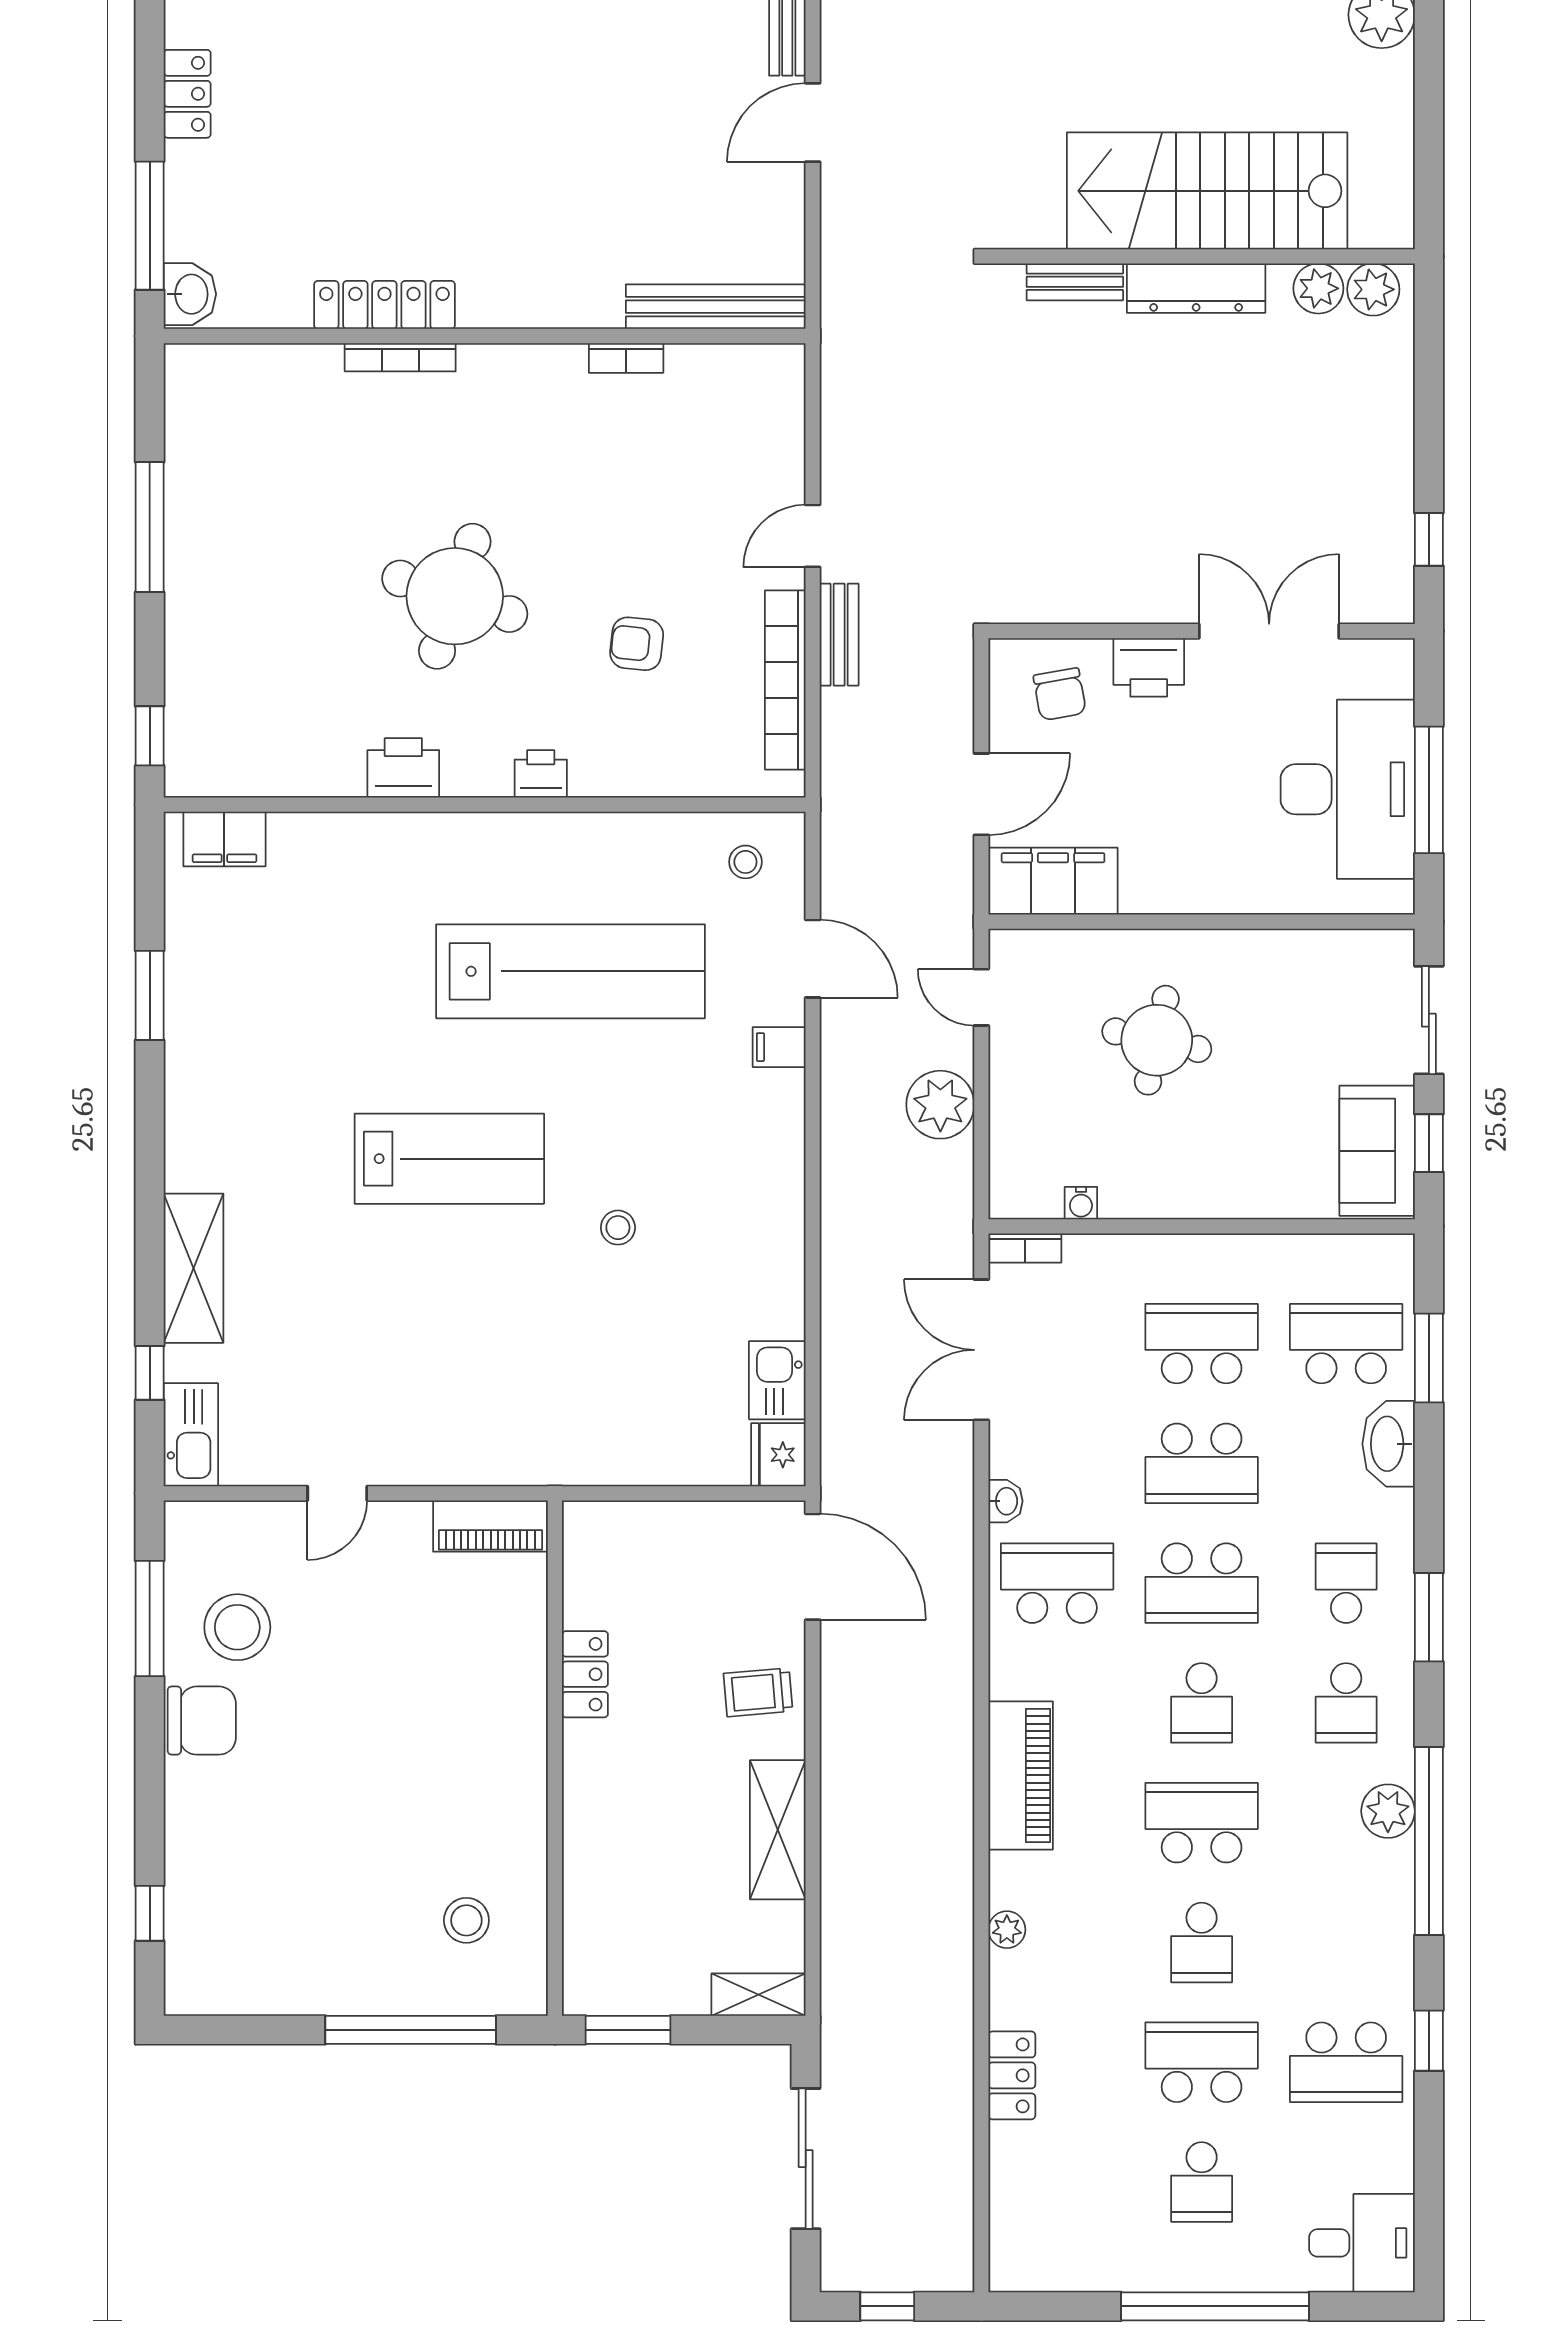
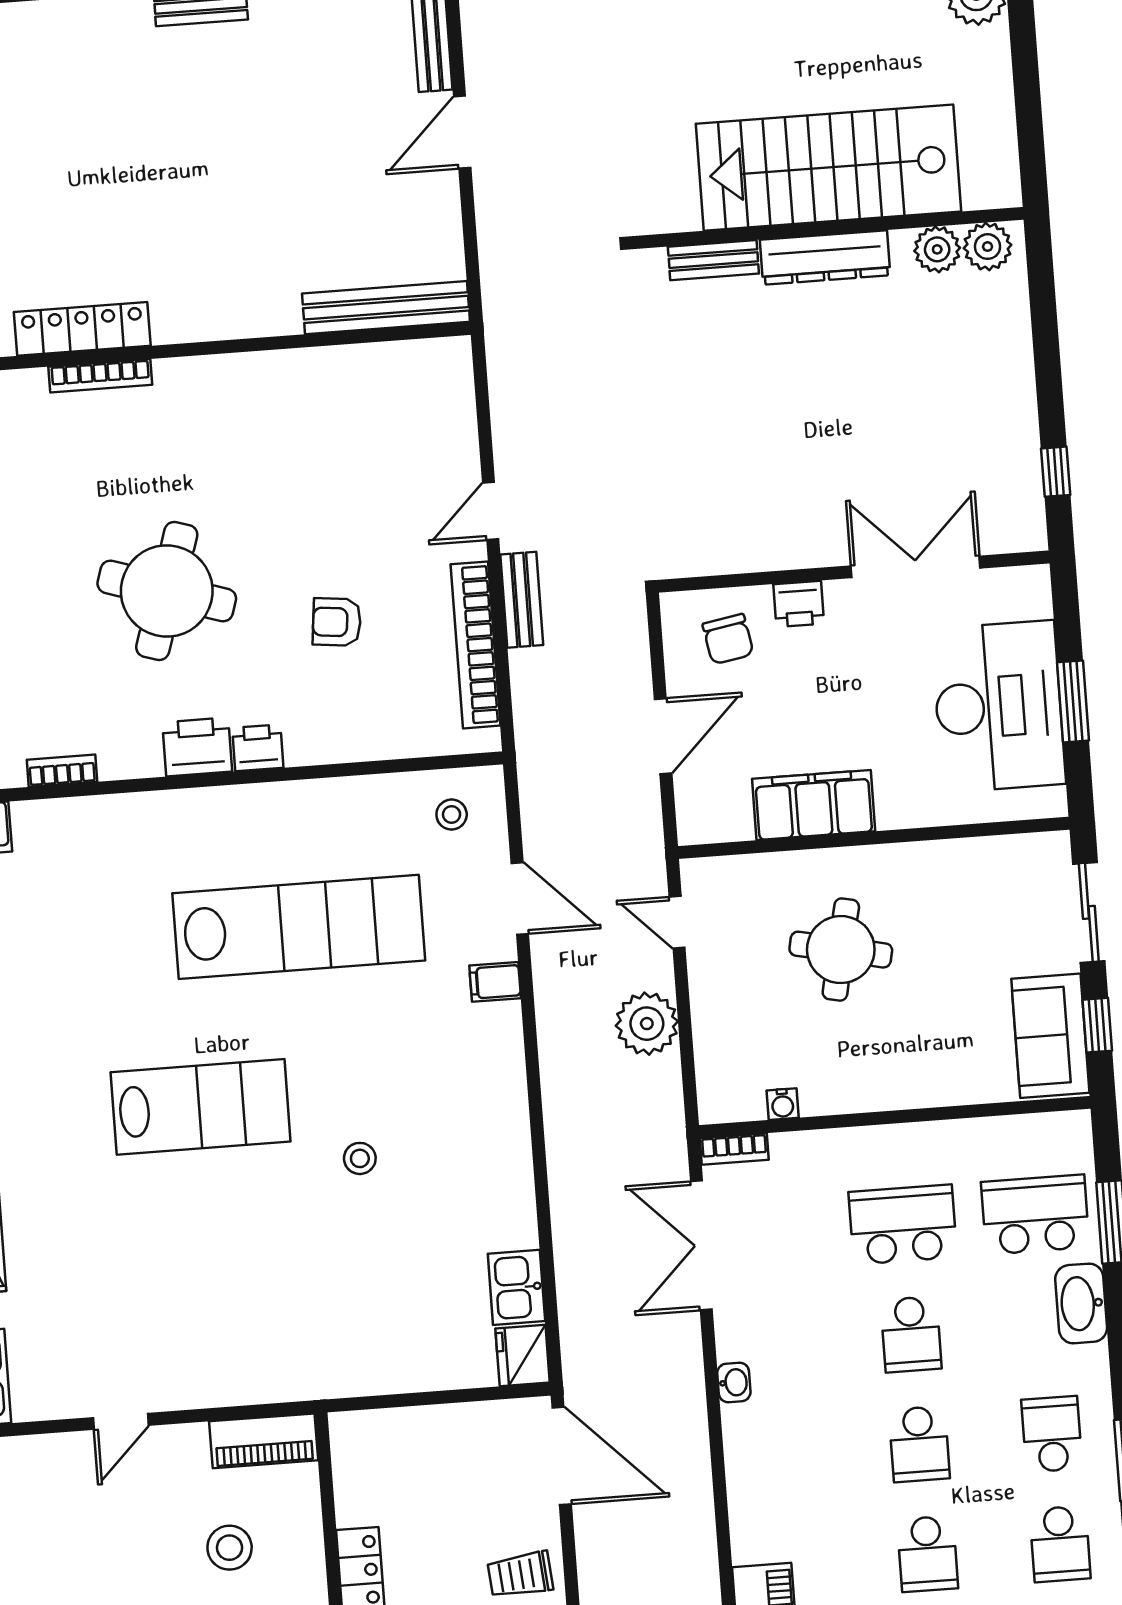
bookcase: (626, 358) -> (62, 771), moved, turned 180
printer: (1149, 667) -> (799, 604), width x0.73, depth x0.81
printer: (403, 768) -> (197, 747), moved
window: (1429, 790) -> (1073, 701), width x0.69
filing cabinet: (1053, 881) -> (814, 805), moved
school desk: (1202, 1463) -> (911, 1334), width x0.54
school desk: (1057, 1583) -> (787, 1454), removed
school desk: (1202, 1583) -> (919, 1444), width x0.54
stool: (237, 1627) -> (230, 1548), moved, width x0.73, depth x0.73

